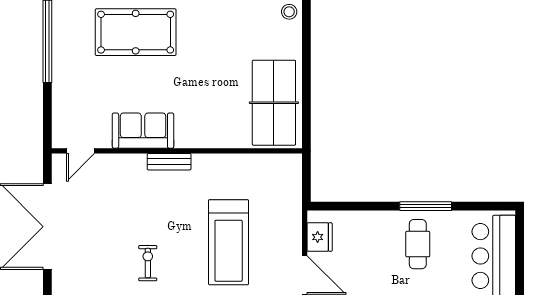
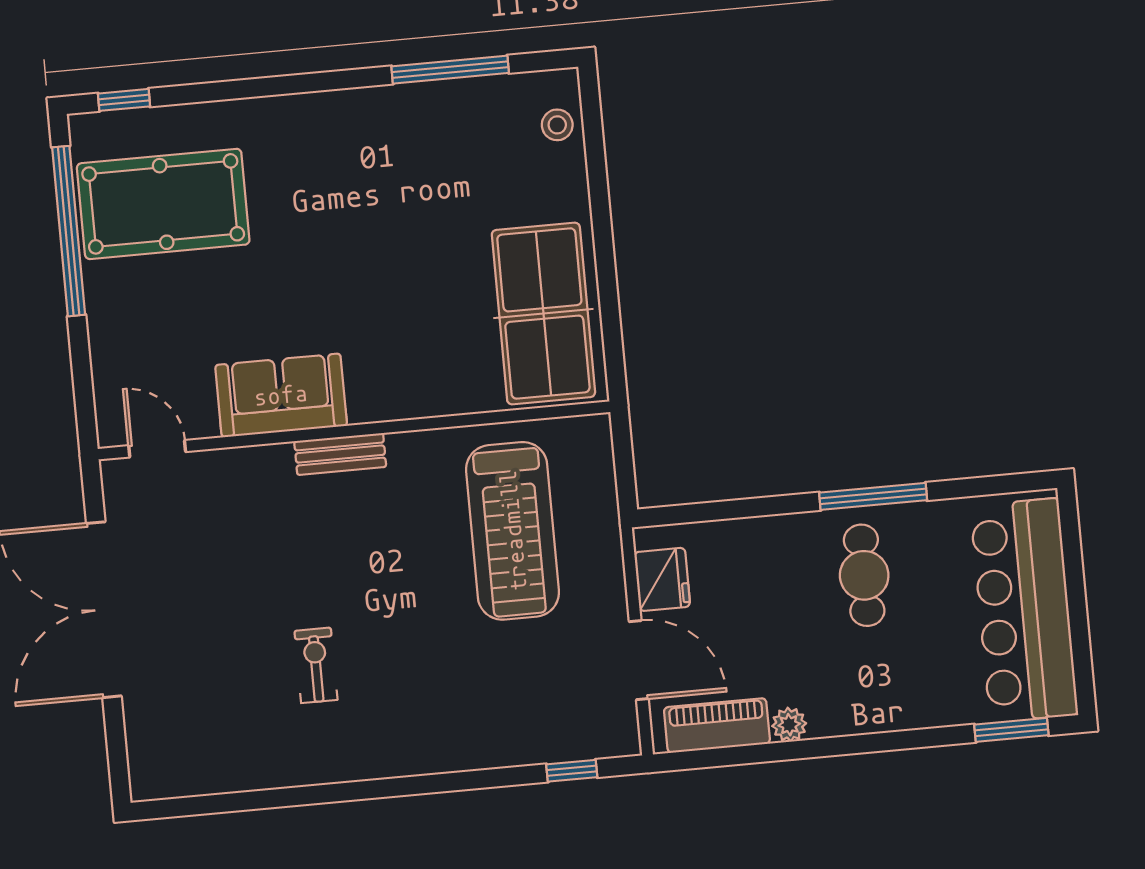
pool table: (136, 32) -> (163, 204), moved
door: (80, 151) -> (157, 449), swing flipped
treadmill: (229, 242) -> (513, 531), moved

